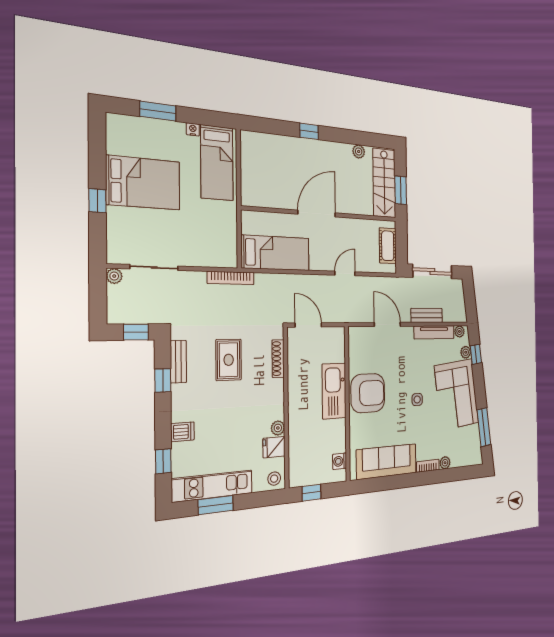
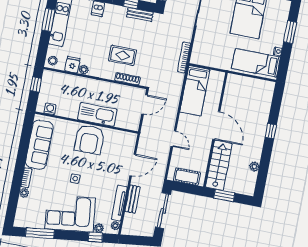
stairs: (384, 183) -> (219, 165), moved, turned 90
rug: (229, 360) -> (123, 55), moved

